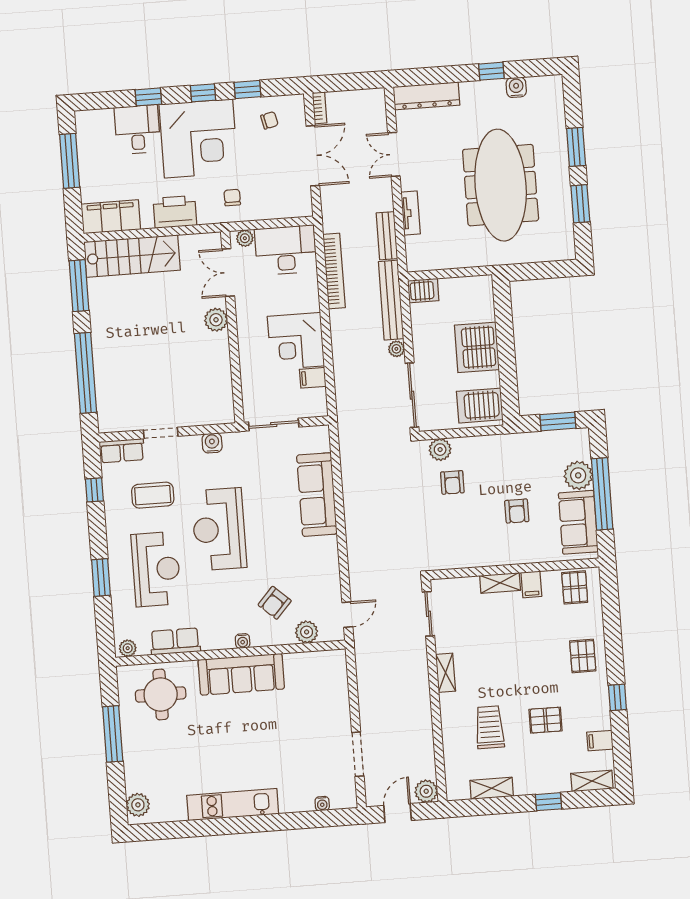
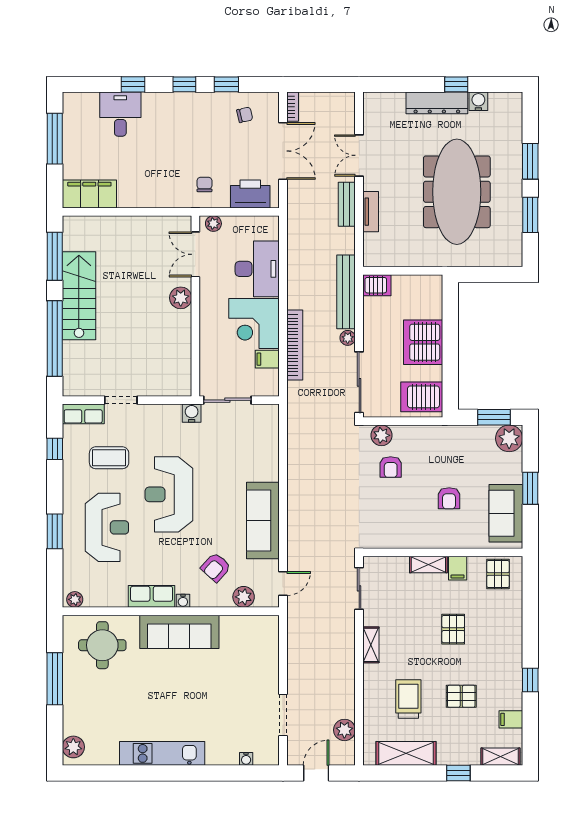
dresser: (426, 96) -> (437, 103), moved
corner desk: (199, 138) -> (177, 127), removed
printer: (175, 212) -> (250, 194), moved
bench: (387, 236) -> (347, 204), moved
desk: (286, 250) -> (257, 269), moved, turned 90
stairs: (132, 256) -> (79, 296), moved, turned -90
bookcase: (334, 271) -> (295, 345), moved
water cooler: (212, 443) -> (192, 413), moved
plant: (578, 475) -> (509, 438), moved
window: (602, 494) -> (530, 488), width x0.47
sofa: (317, 495) -> (263, 520), moved
row of seats: (175, 641) -> (152, 596), moved
pallet: (583, 656) -> (453, 629), moved
shelving: (492, 788) -> (406, 753), width x1.50, depth x1.33
plant: (426, 791) -> (344, 730), moved

